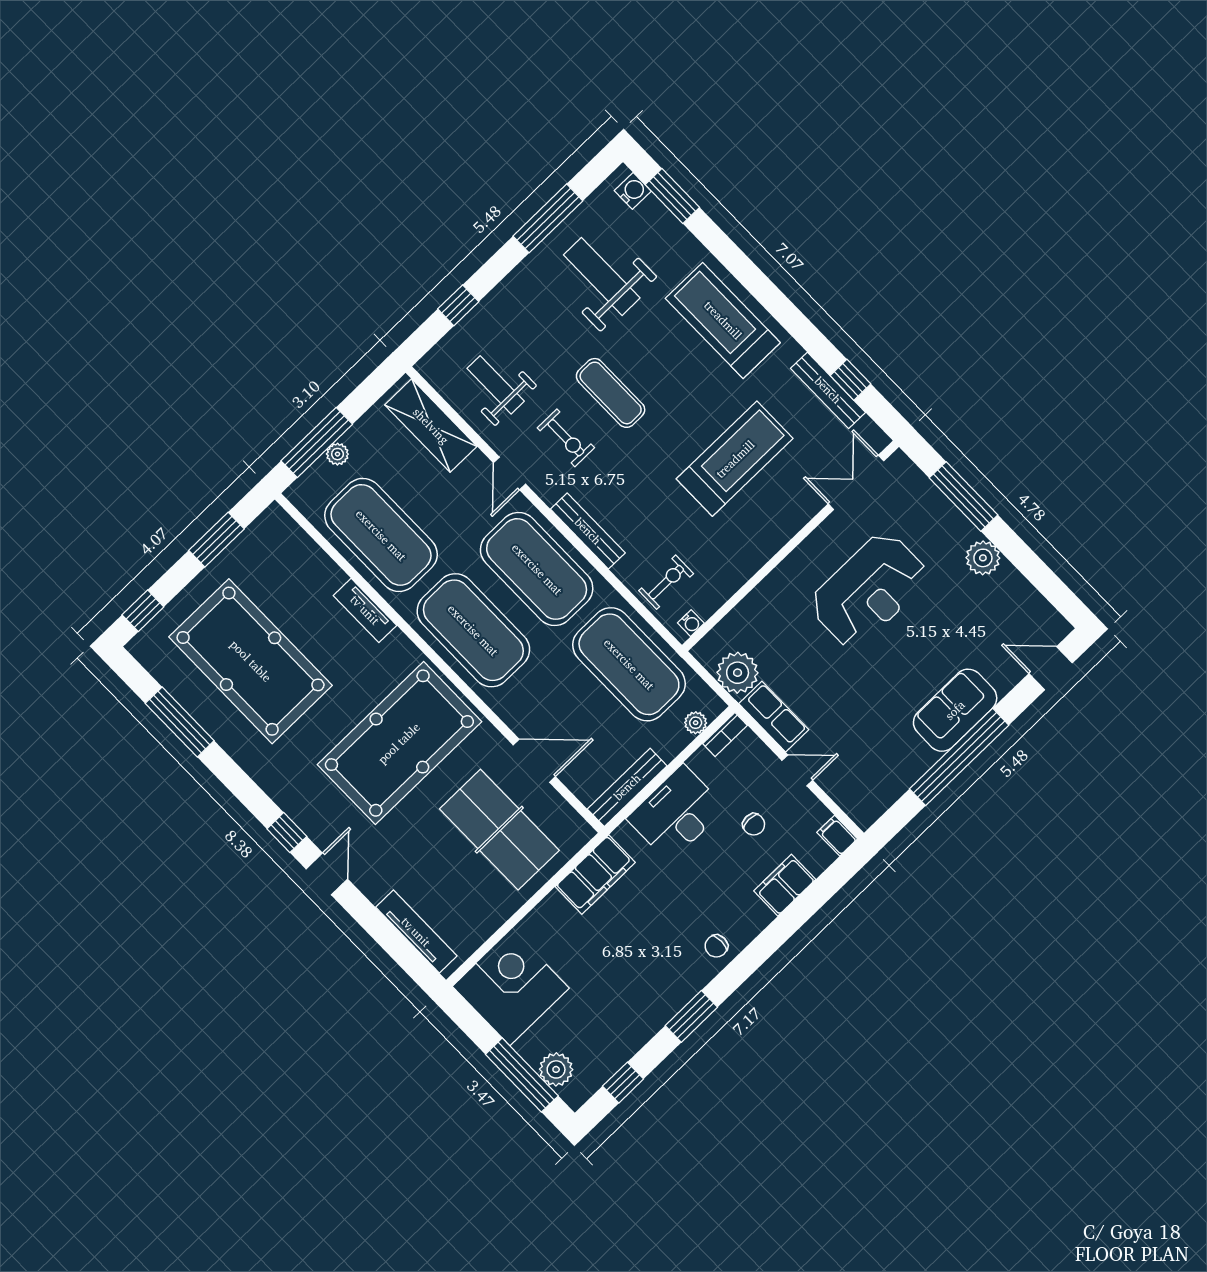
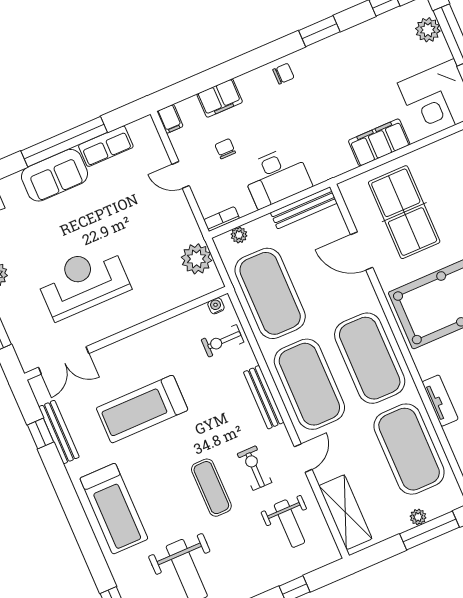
row of seats: (774, 717) -> (106, 146), moved, turned -90
filing cabinet: (595, 875) -> (379, 142), moved

